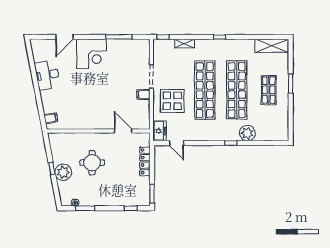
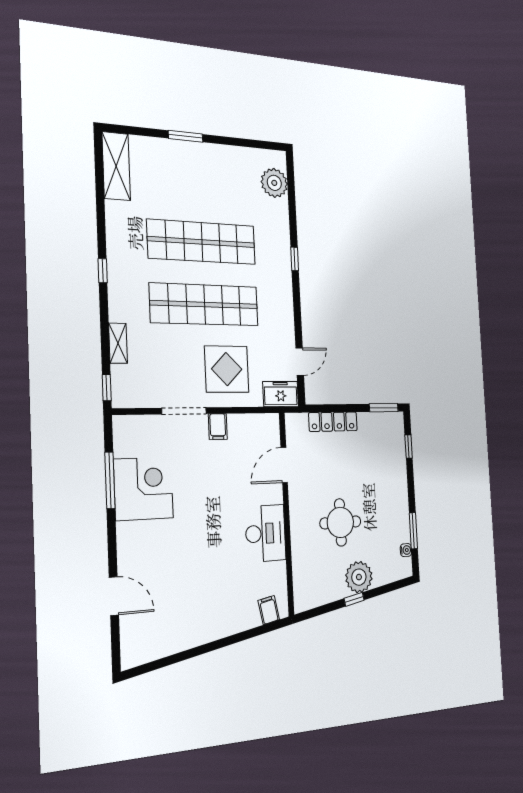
corner desk: (91, 54) -> (144, 489), moved
desk: (47, 75) -> (265, 533), moved, turned -79
shop shelf: (269, 90) -> (199, 180), removed
plant: (247, 133) -> (274, 183), moved

